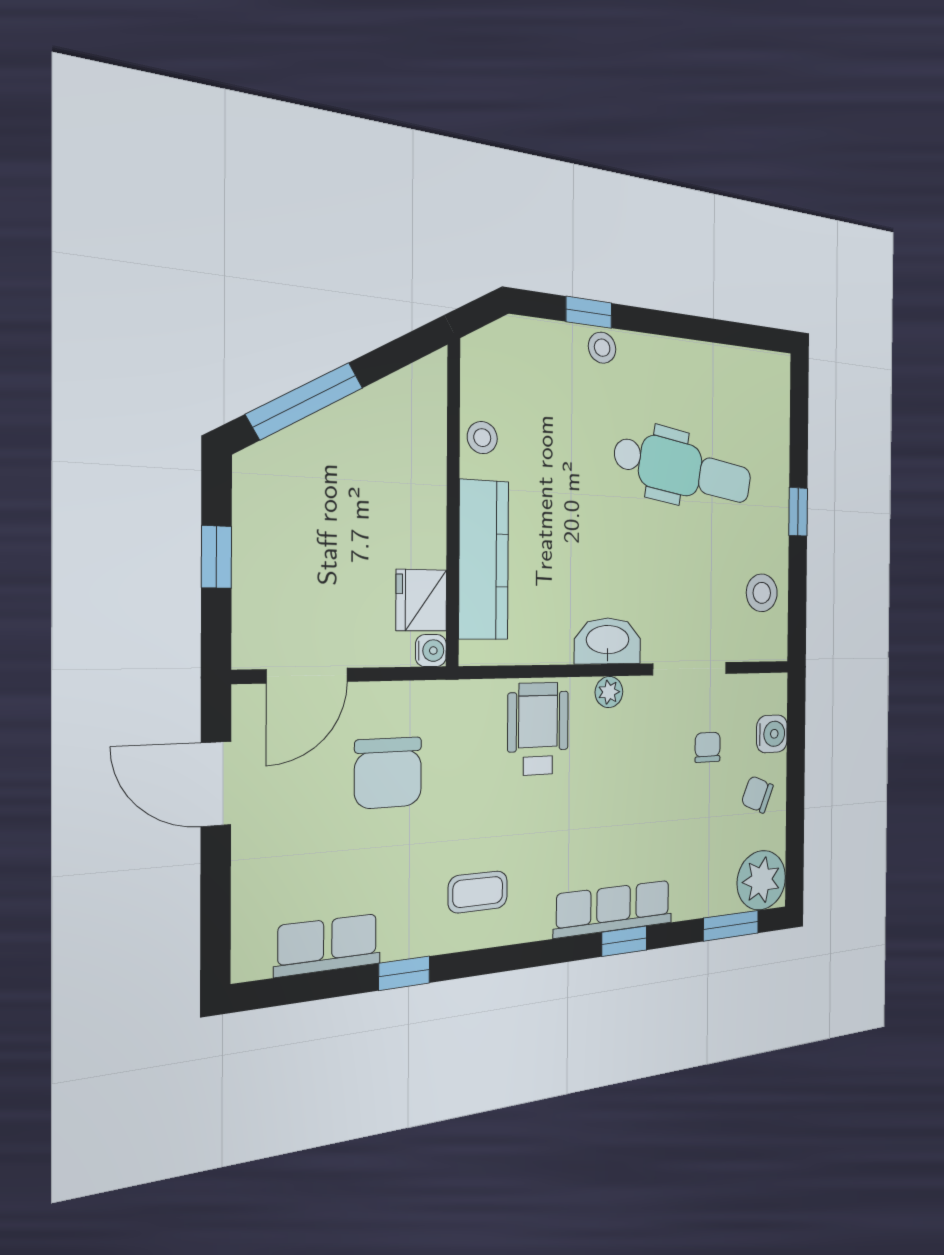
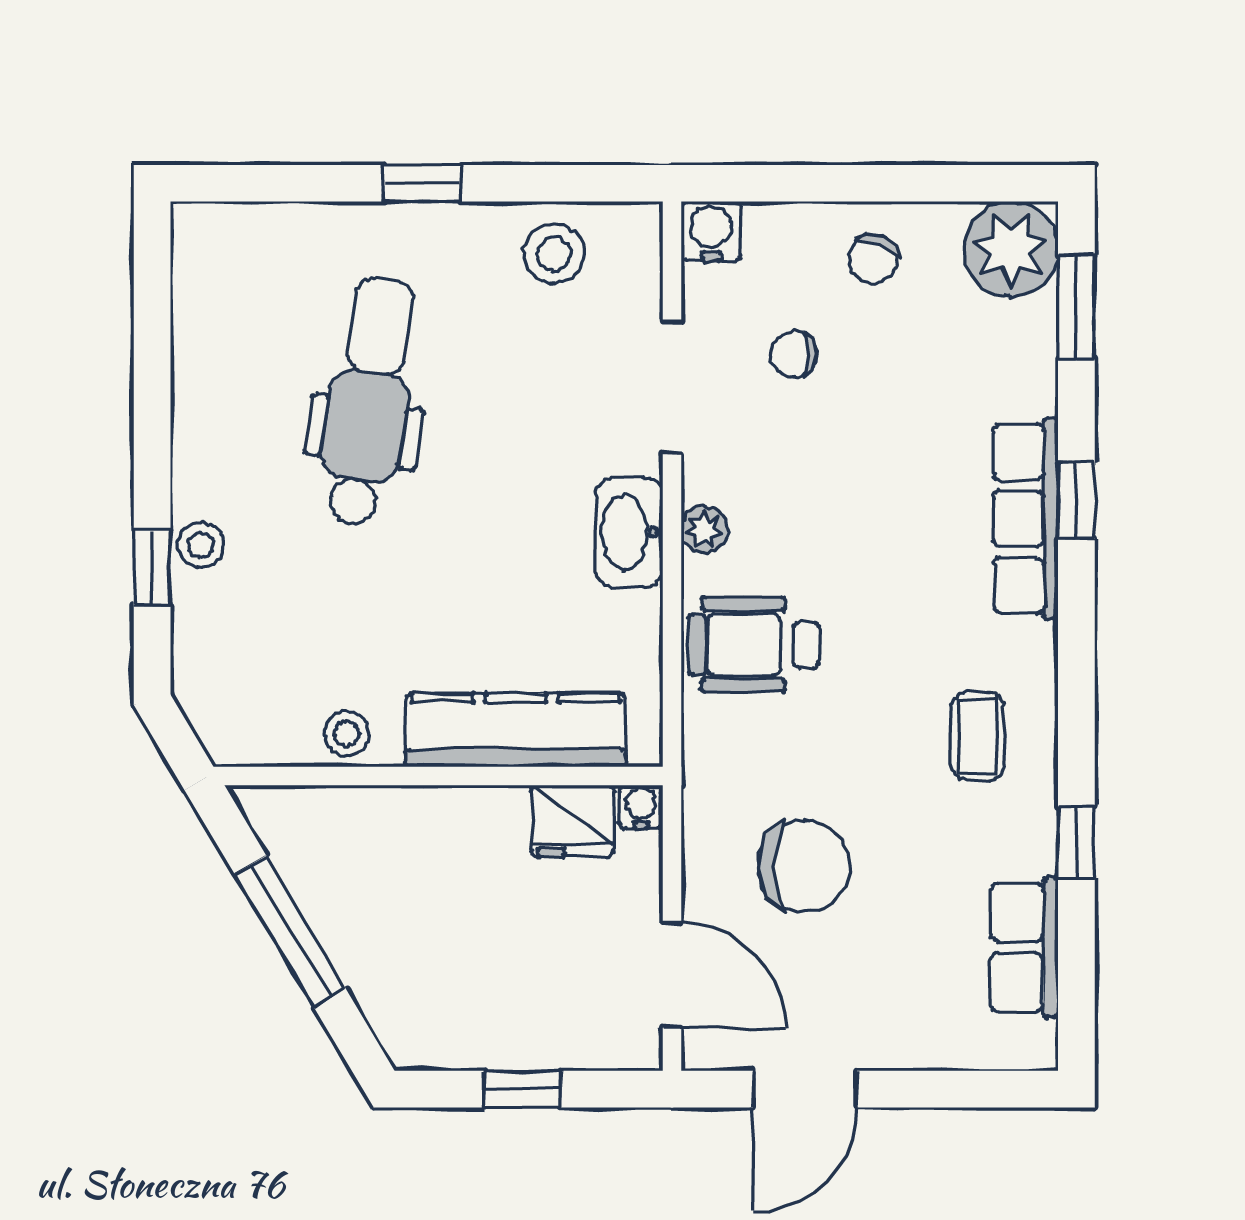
window: (305, 401) -> (290, 931), moved
water cooler: (772, 734) -> (711, 231), moved

